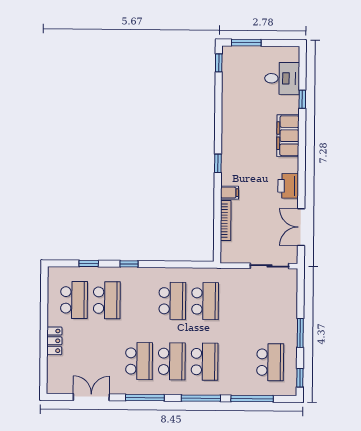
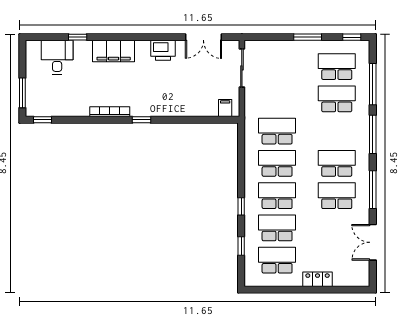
filing cabinet: (230, 193) -> (225, 108), moved
bookcase: (226, 221) -> (110, 112), moved
school desk: (140, 301) -> (277, 196), added
school desk: (205, 362) -> (337, 99), moved

